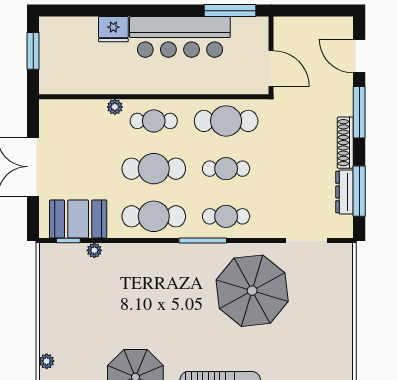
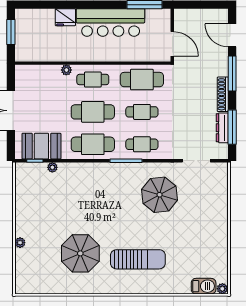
parasol: (252, 291) -> (160, 195), width x0.73, depth x0.73

